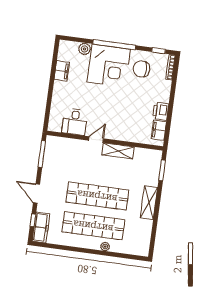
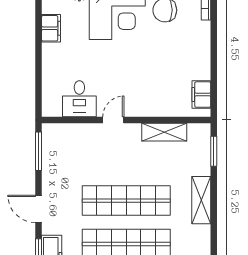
printer: (161, 111) -> (201, 67), removed
shelving: (118, 151) -> (164, 132), moved

